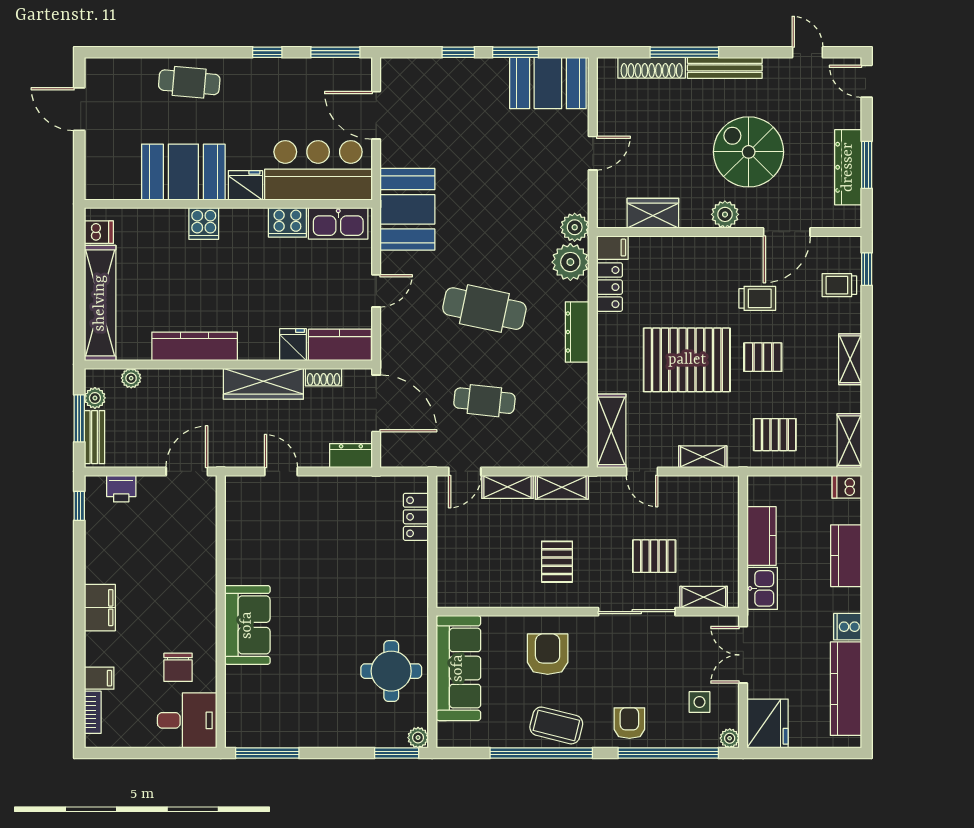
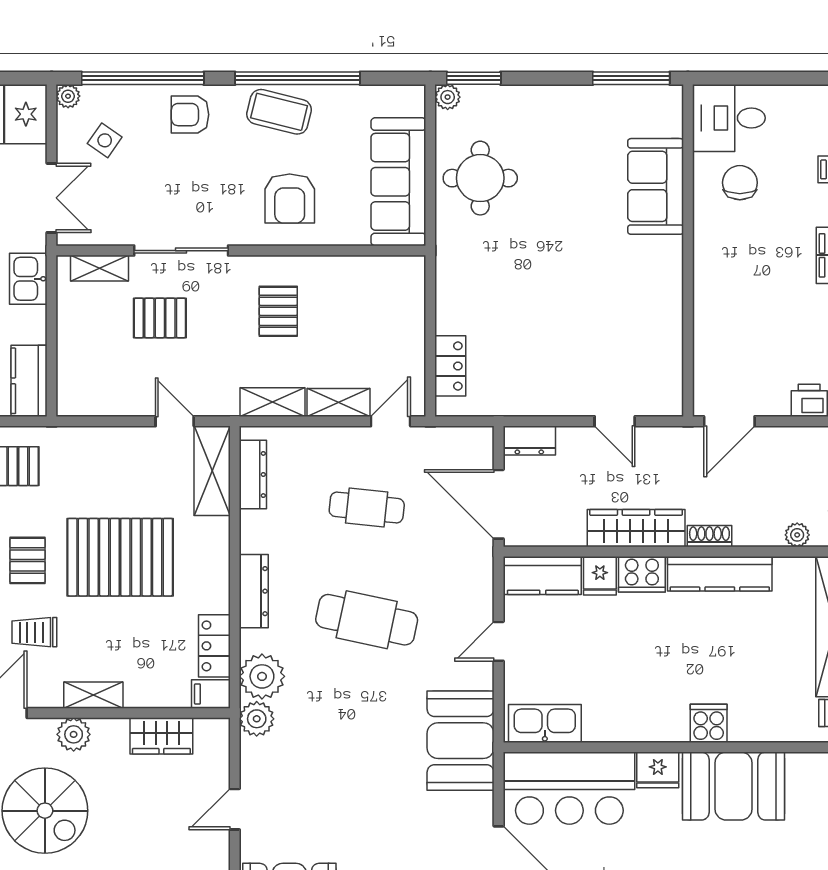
cooker: (287, 222) -> (642, 574), moved, turned 180
pallet: (763, 357) -> (28, 560), turned 90
shoe rack: (324, 377) -> (709, 536), moved
dresser: (578, 428) -> (253, 475), added
shelving: (703, 457) -> (93, 695), moved
kitchen counter: (762, 536) -> (29, 381), moved
sofa: (247, 625) -> (656, 186), moved
side table: (699, 702) -> (105, 140), turned 35
armchair: (629, 723) -> (190, 115), turned 90

